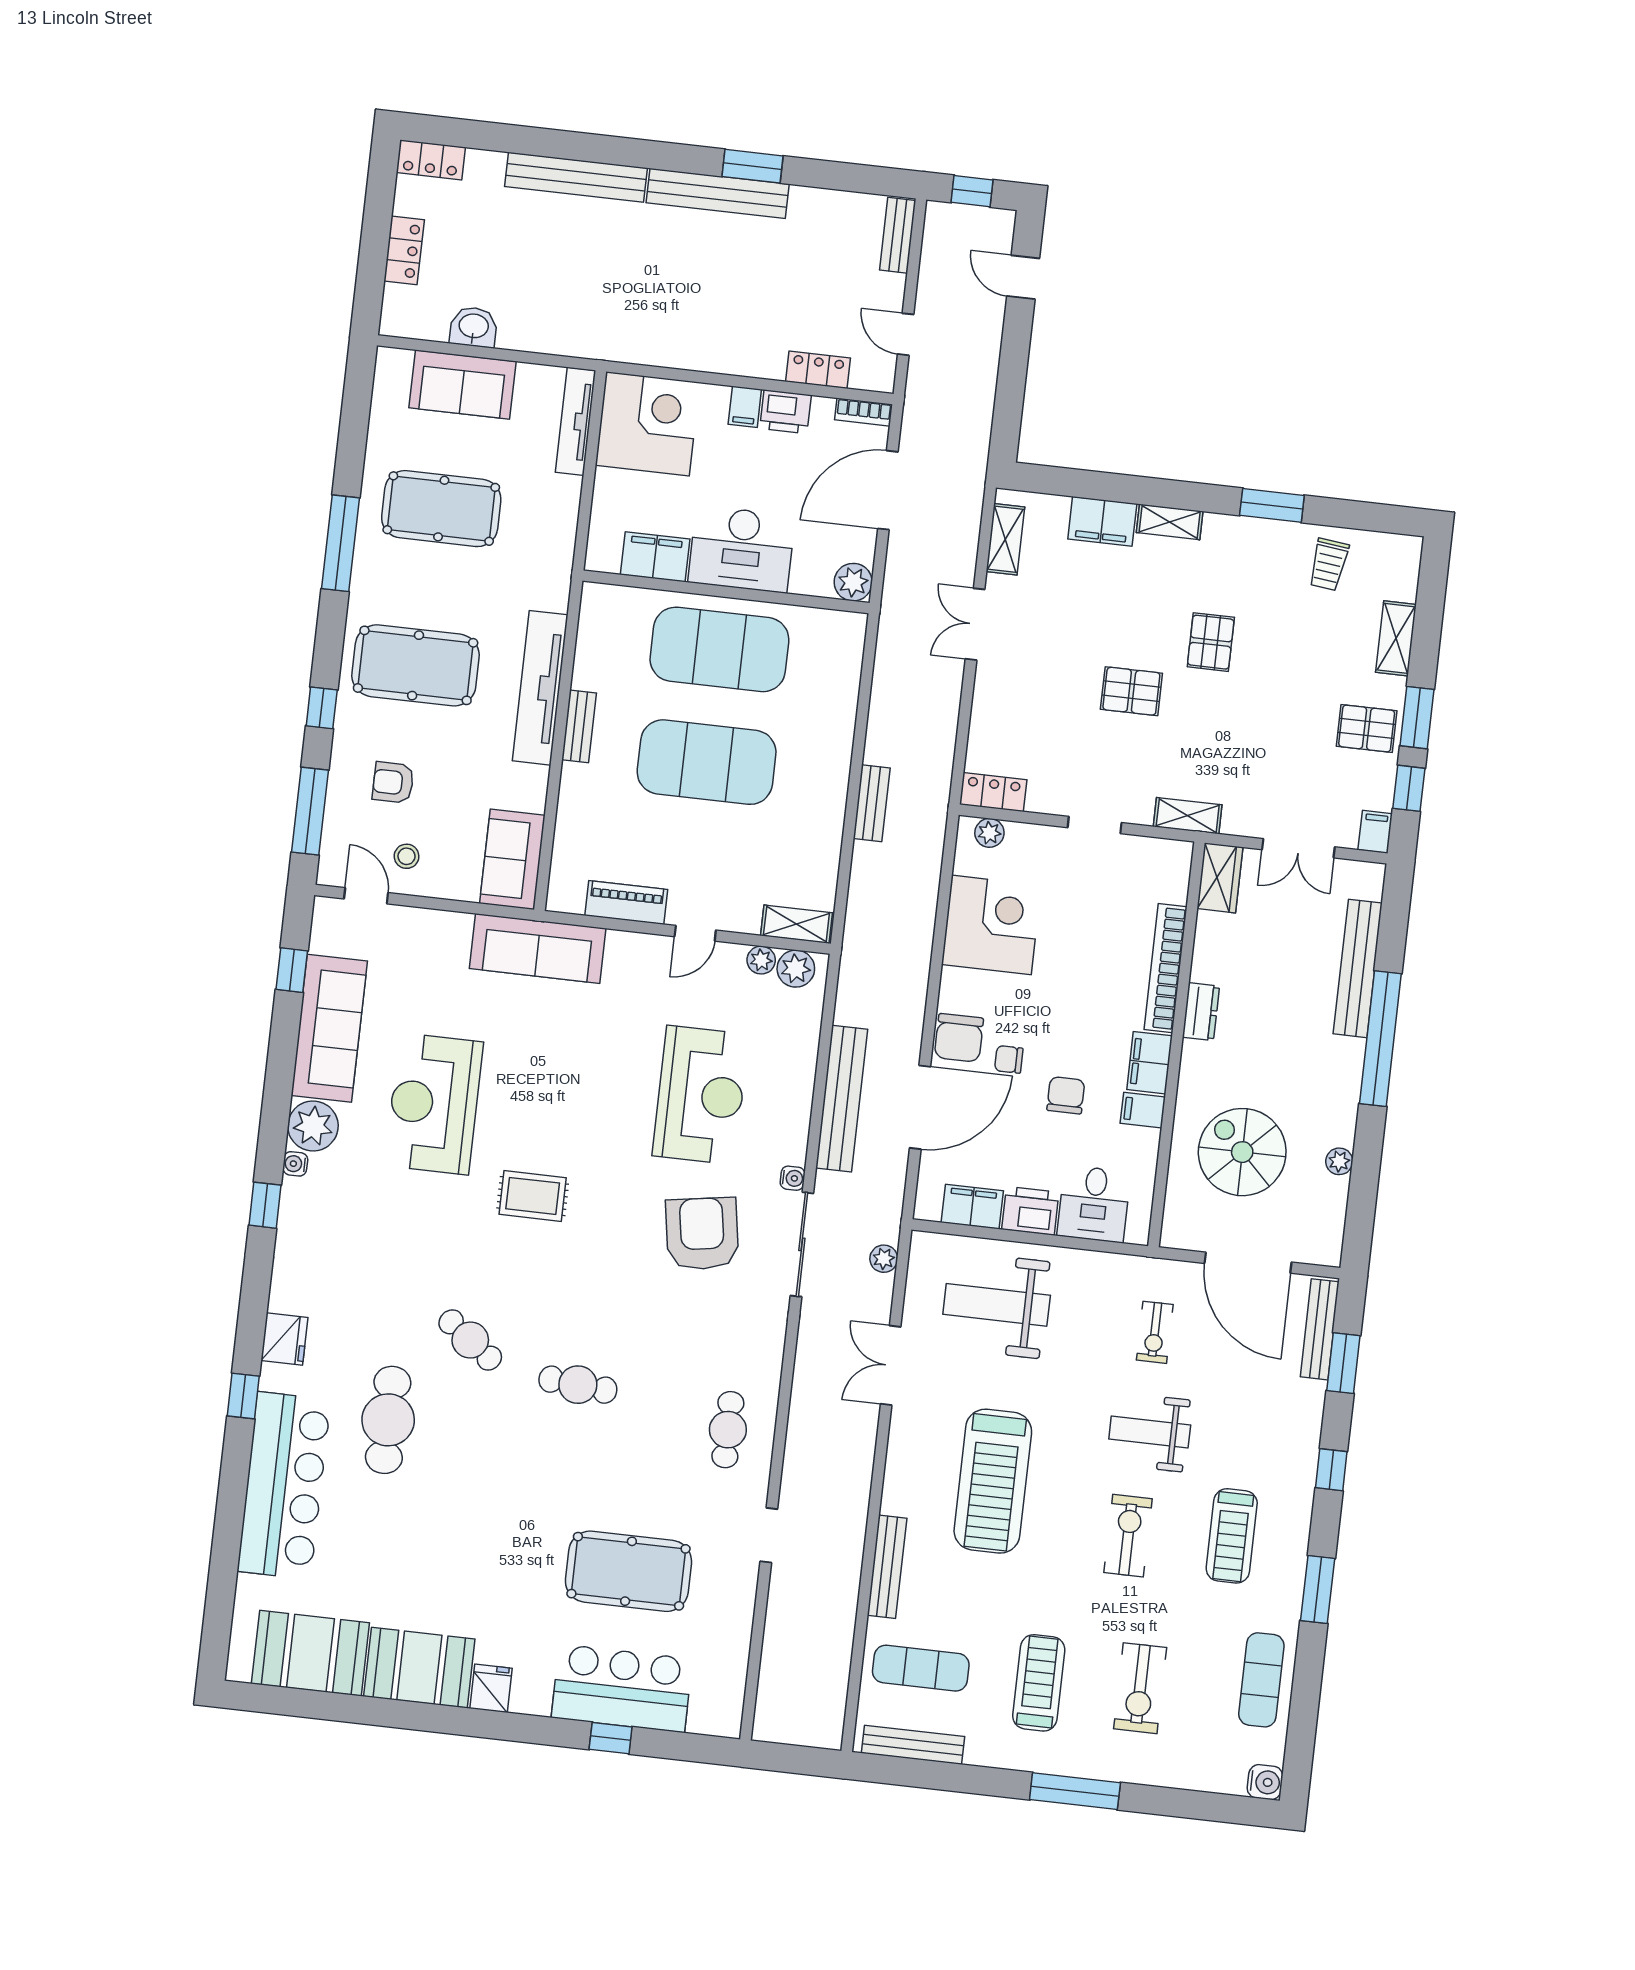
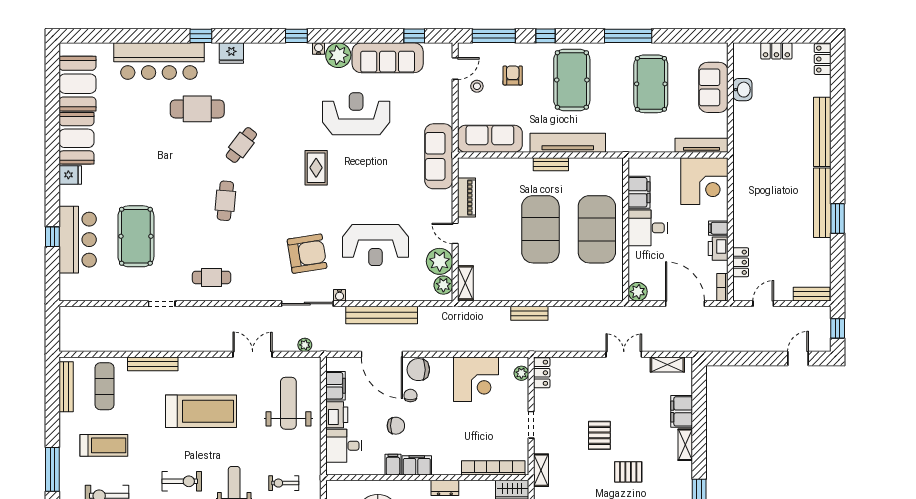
desk: (742, 549) -> (648, 228), width x0.73
sofa: (512, 859) -> (490, 139), width x1.36
plant: (761, 960) -> (440, 261), width x1.88, depth x1.88
bookcase: (1166, 968) -> (493, 468), moved
treadmill: (993, 1481) -> (201, 411), turned 180

